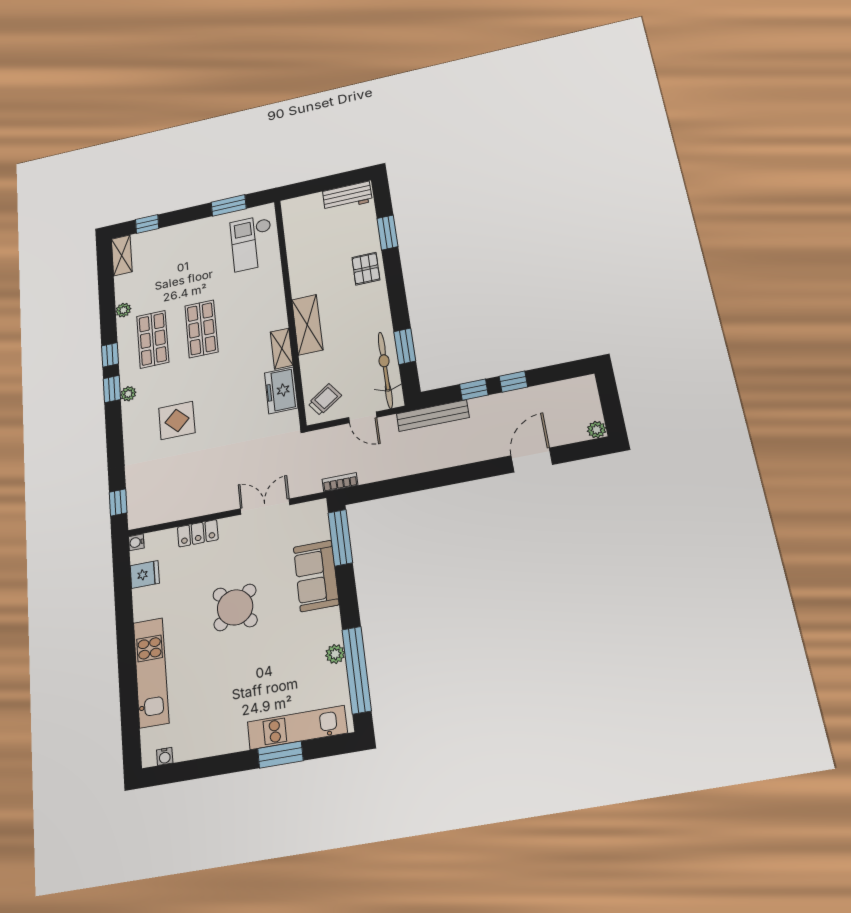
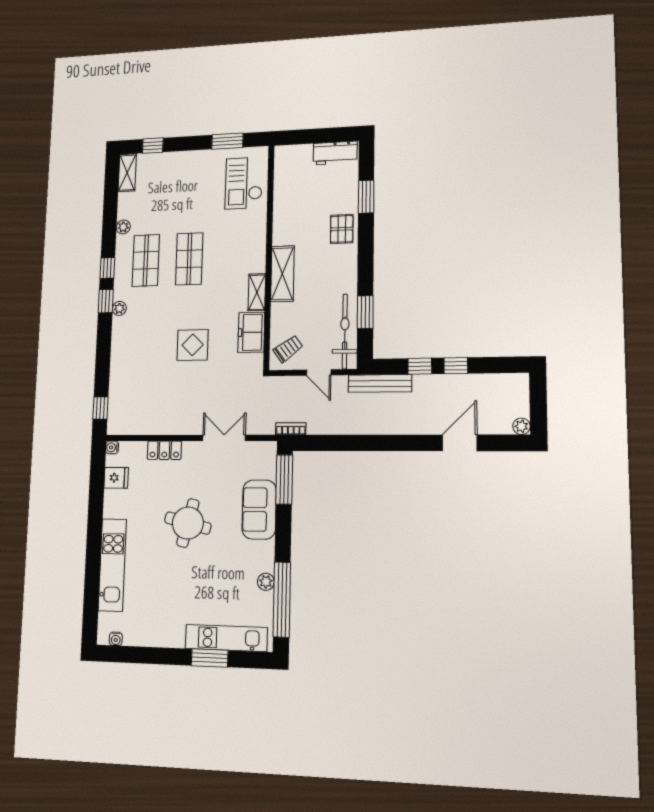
display table: (177, 420) -> (193, 345), moved
round table: (235, 607) -> (188, 523), turned -34

